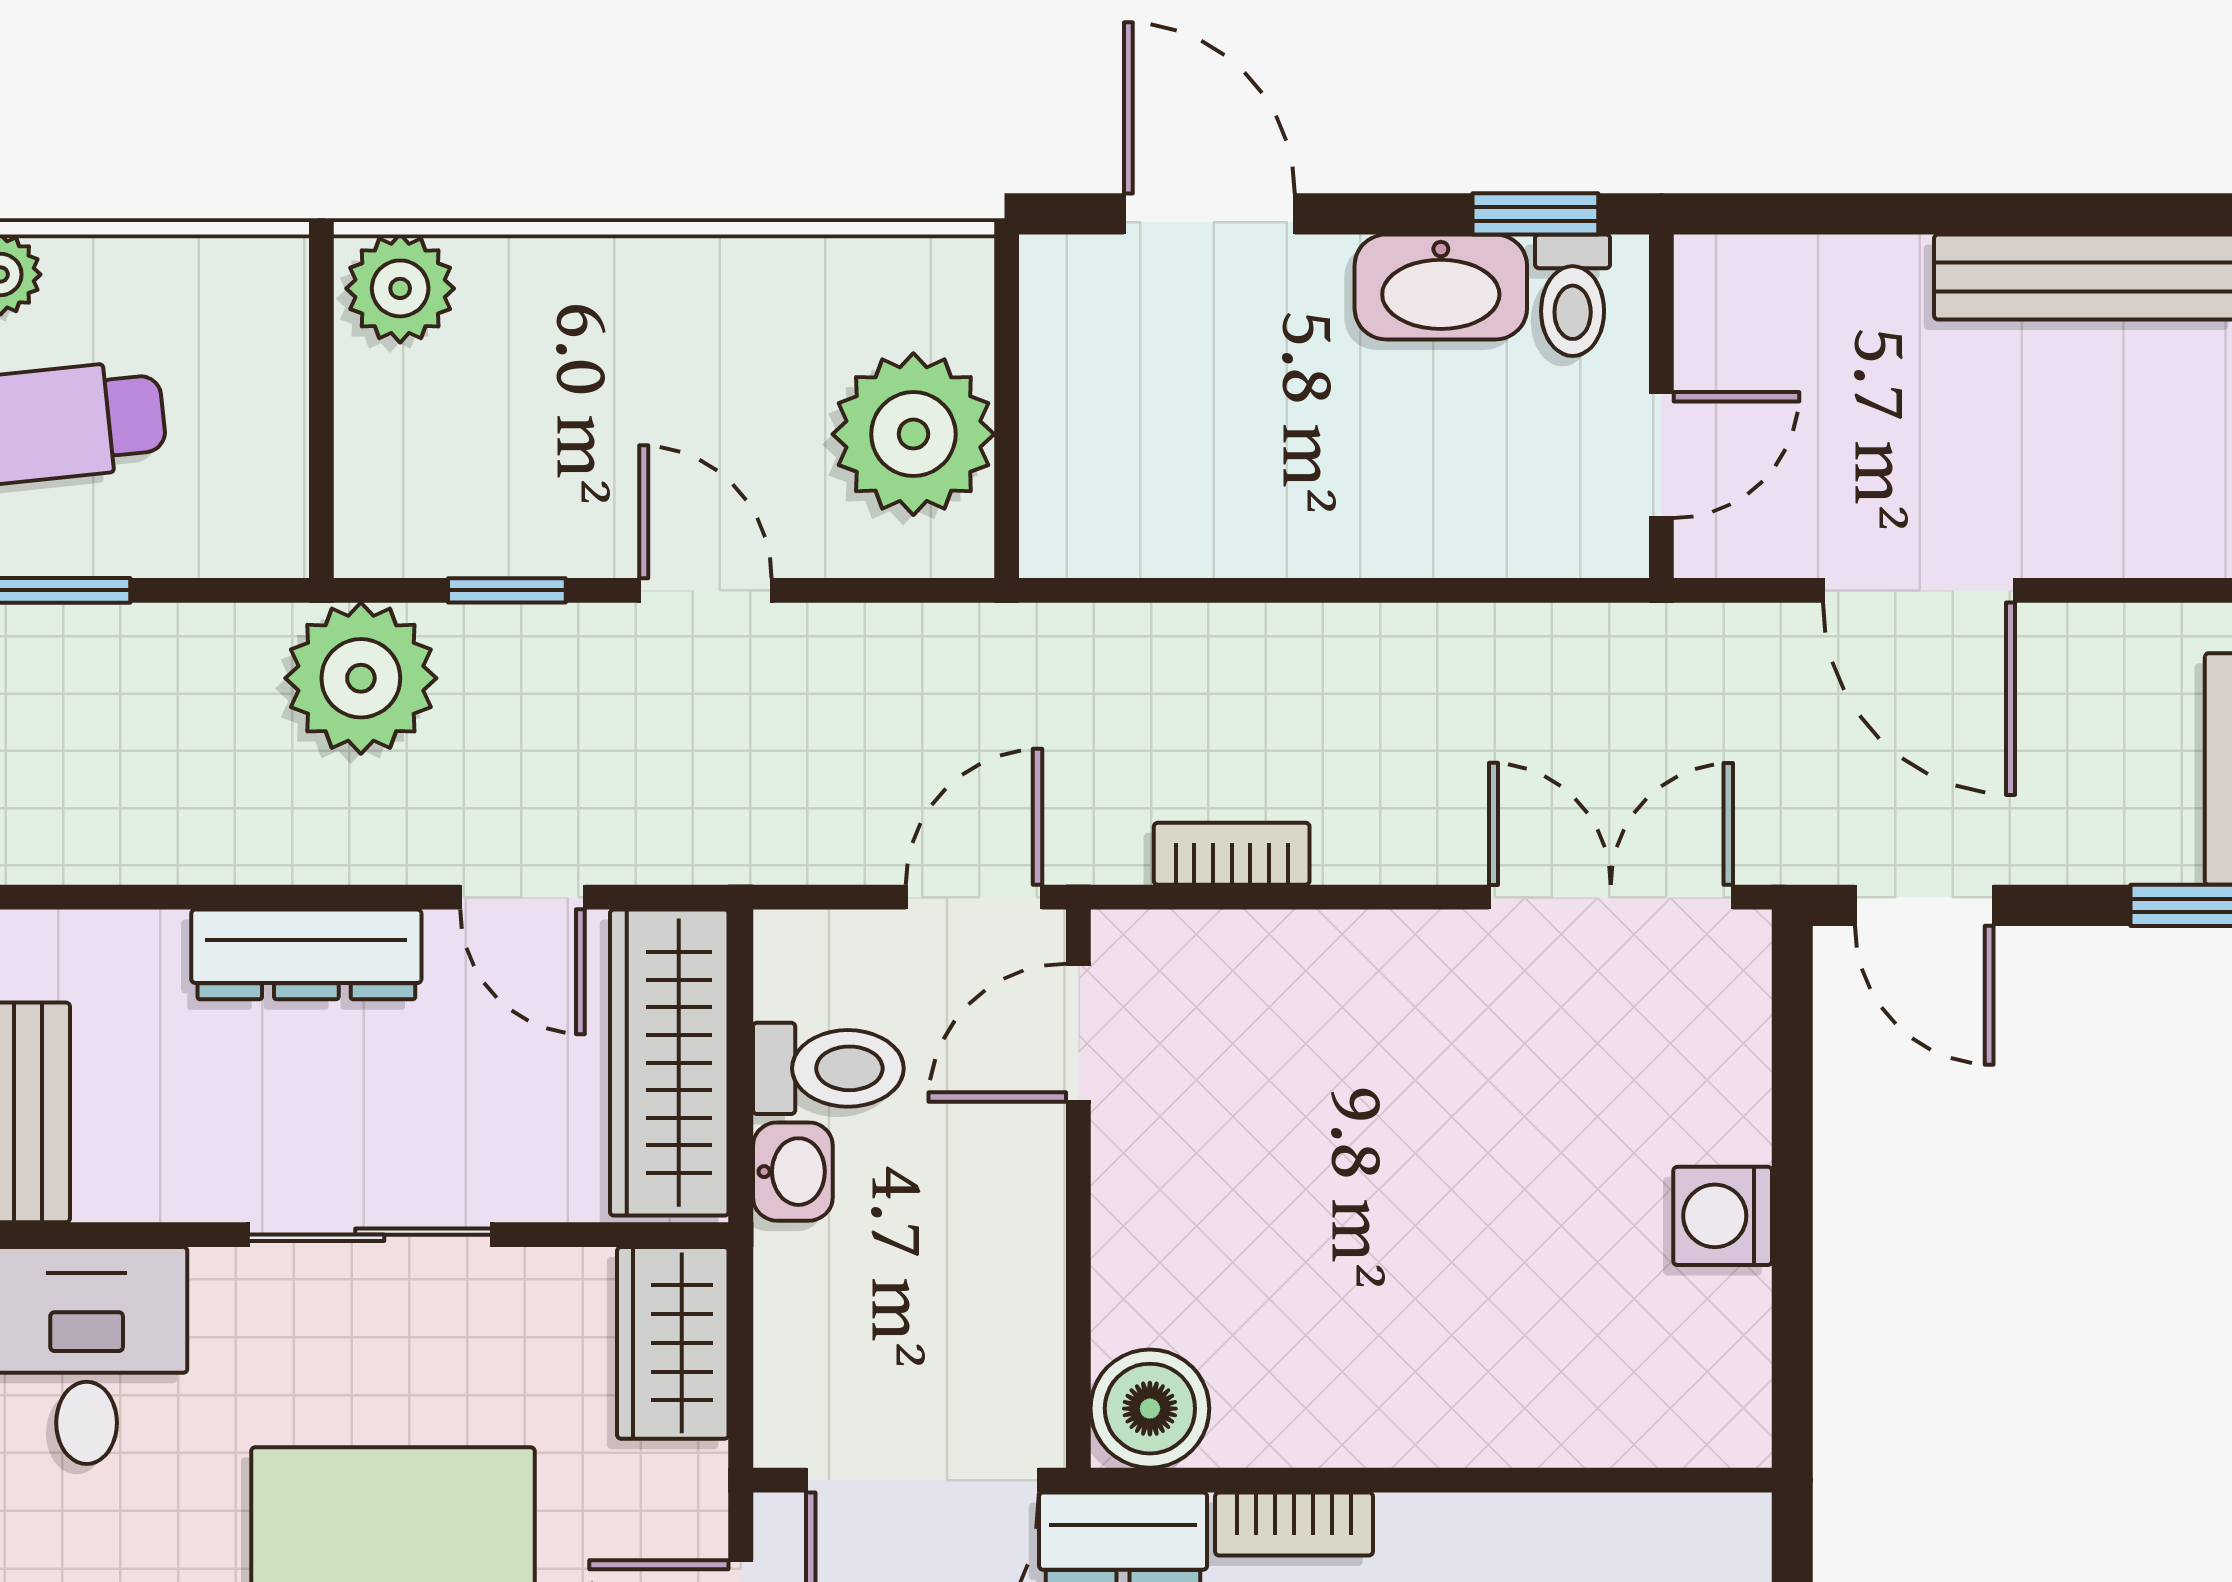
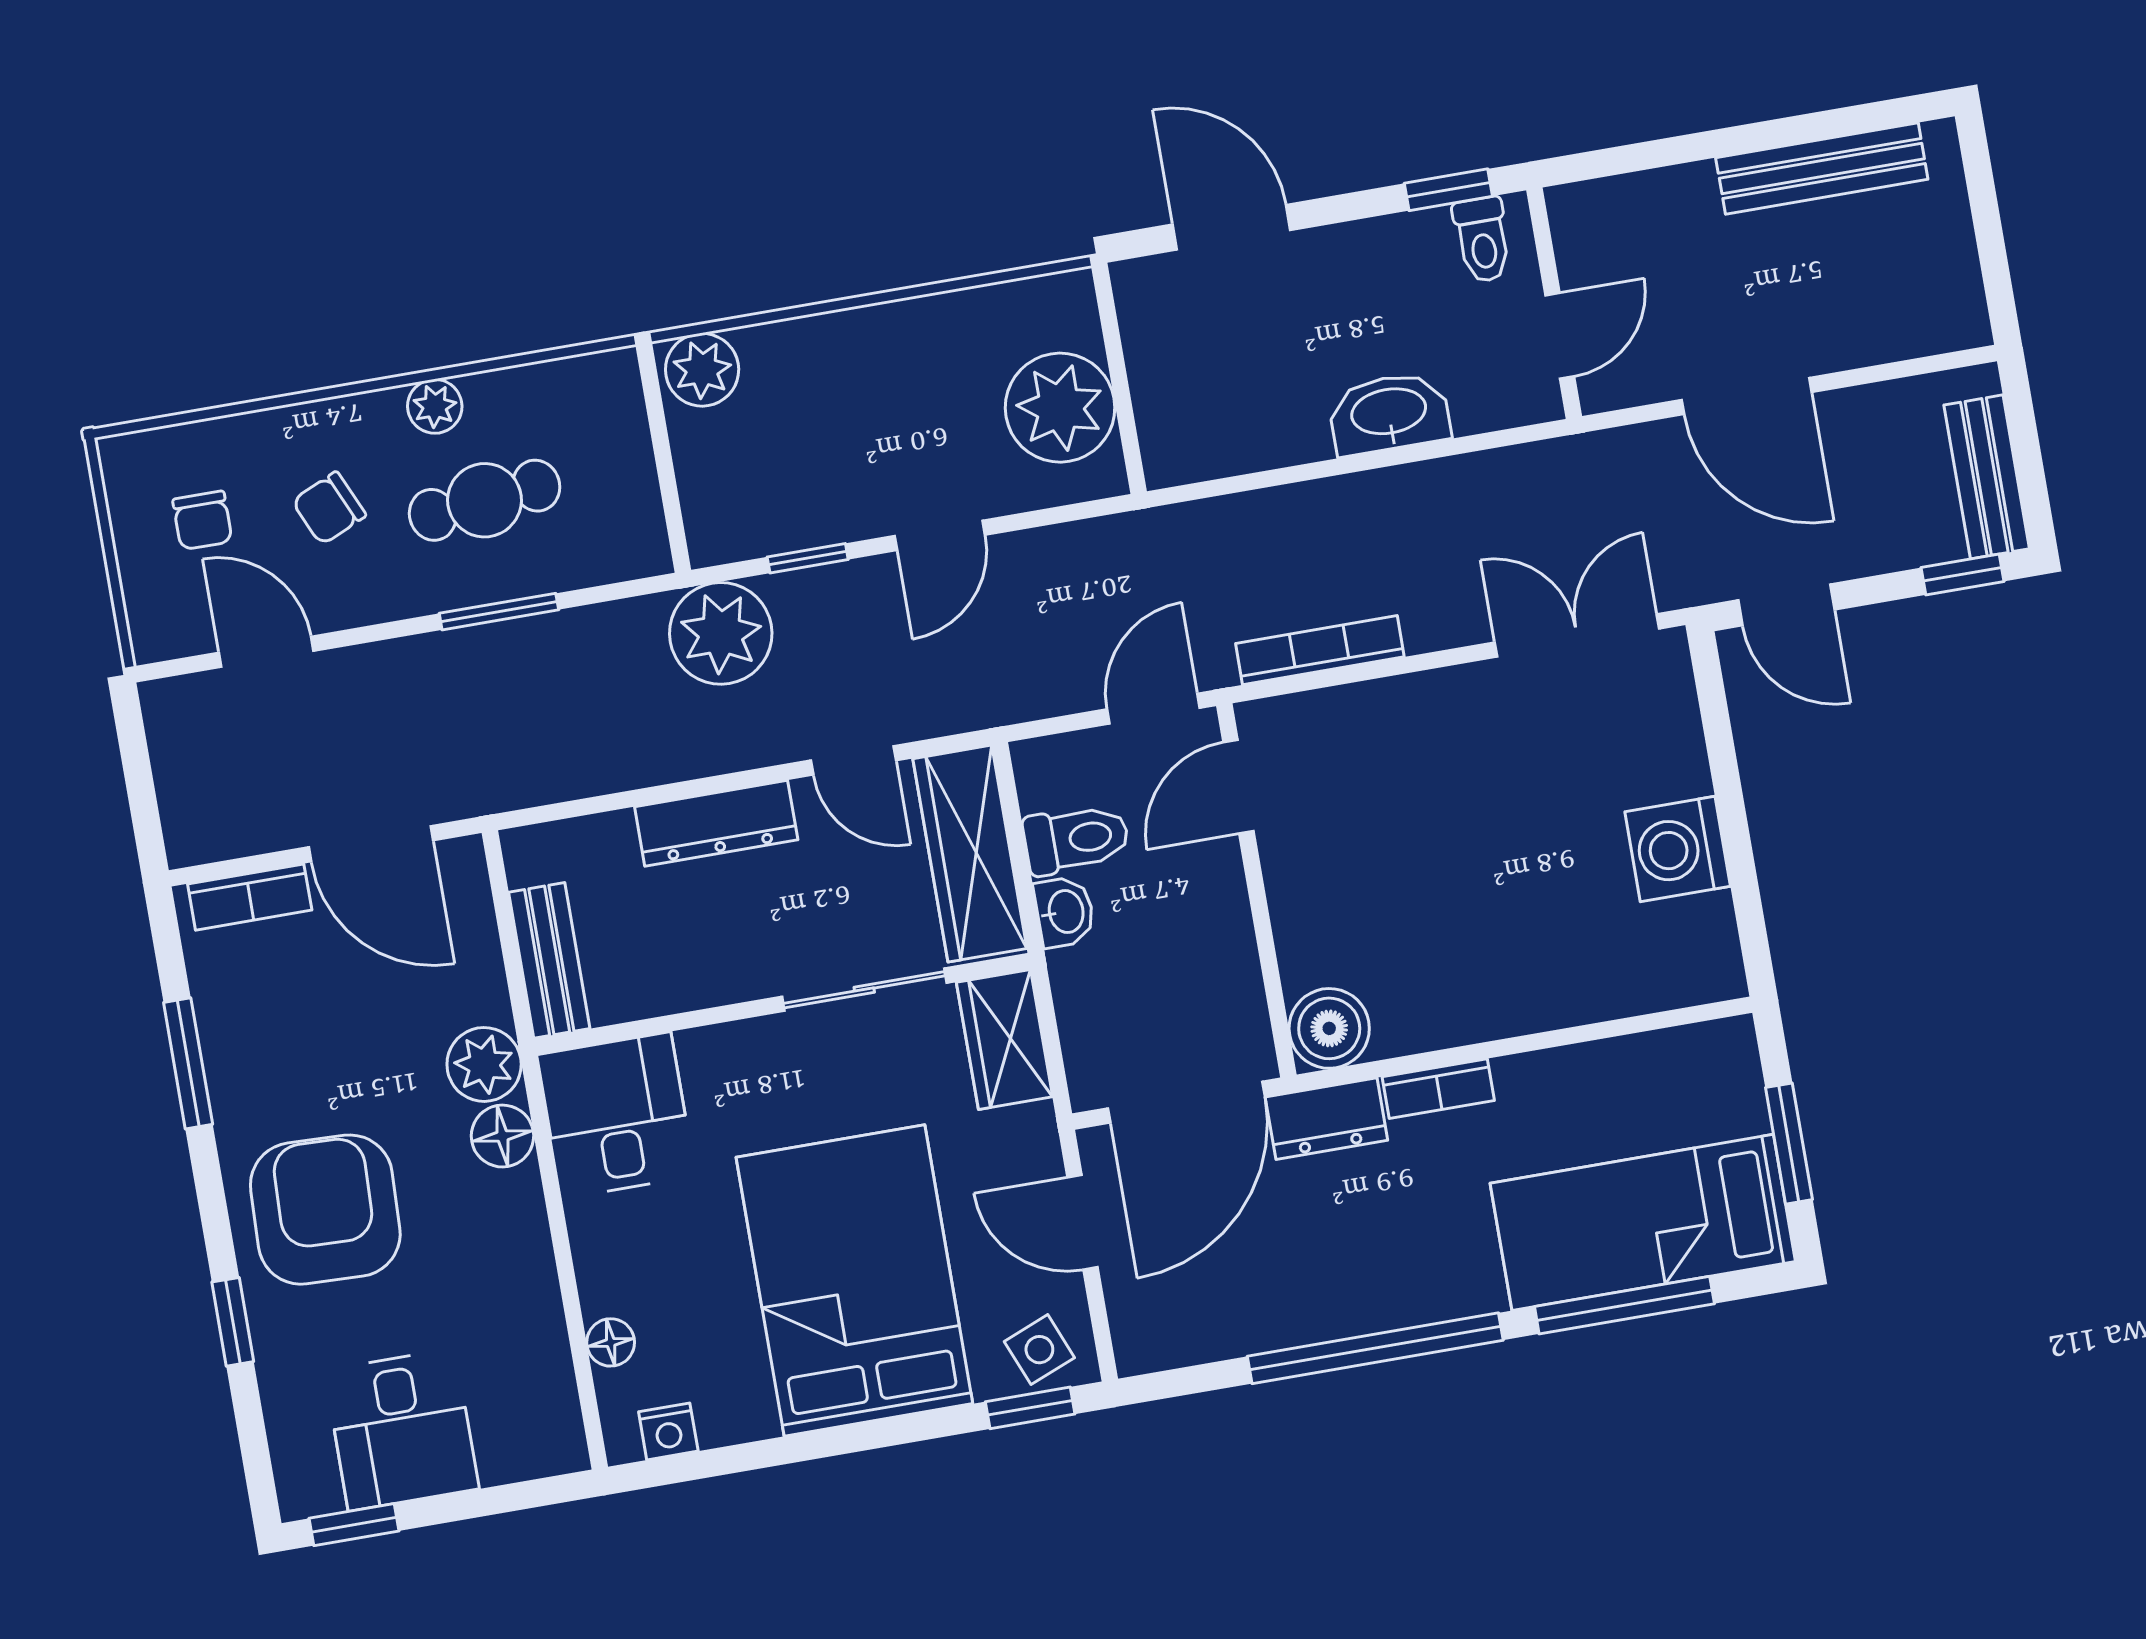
washbasin: (1441, 287) -> (1389, 413), moved, turned 180
door: (705, 590) -> (940, 535), swing flipped
bookcase: (1232, 854) -> (1320, 650), width x1.56
washing machine: (1723, 1216) -> (1678, 849), width x1.38, depth x1.38
sliding door: (370, 1235) -> (864, 990), moved

